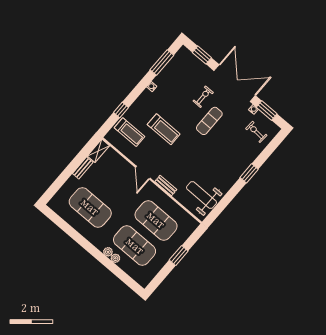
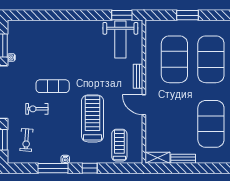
window: (162, 62) -> (53, 168), moved
window: (121, 110) -> (90, 168), moved
treadmill: (164, 129) -> (93, 118), width x1.37, depth x1.38
exercise bike: (256, 132) -> (26, 140), moved
door: (143, 173) -> (144, 105), swing flipped
window: (249, 173) -> (122, 15), moved

